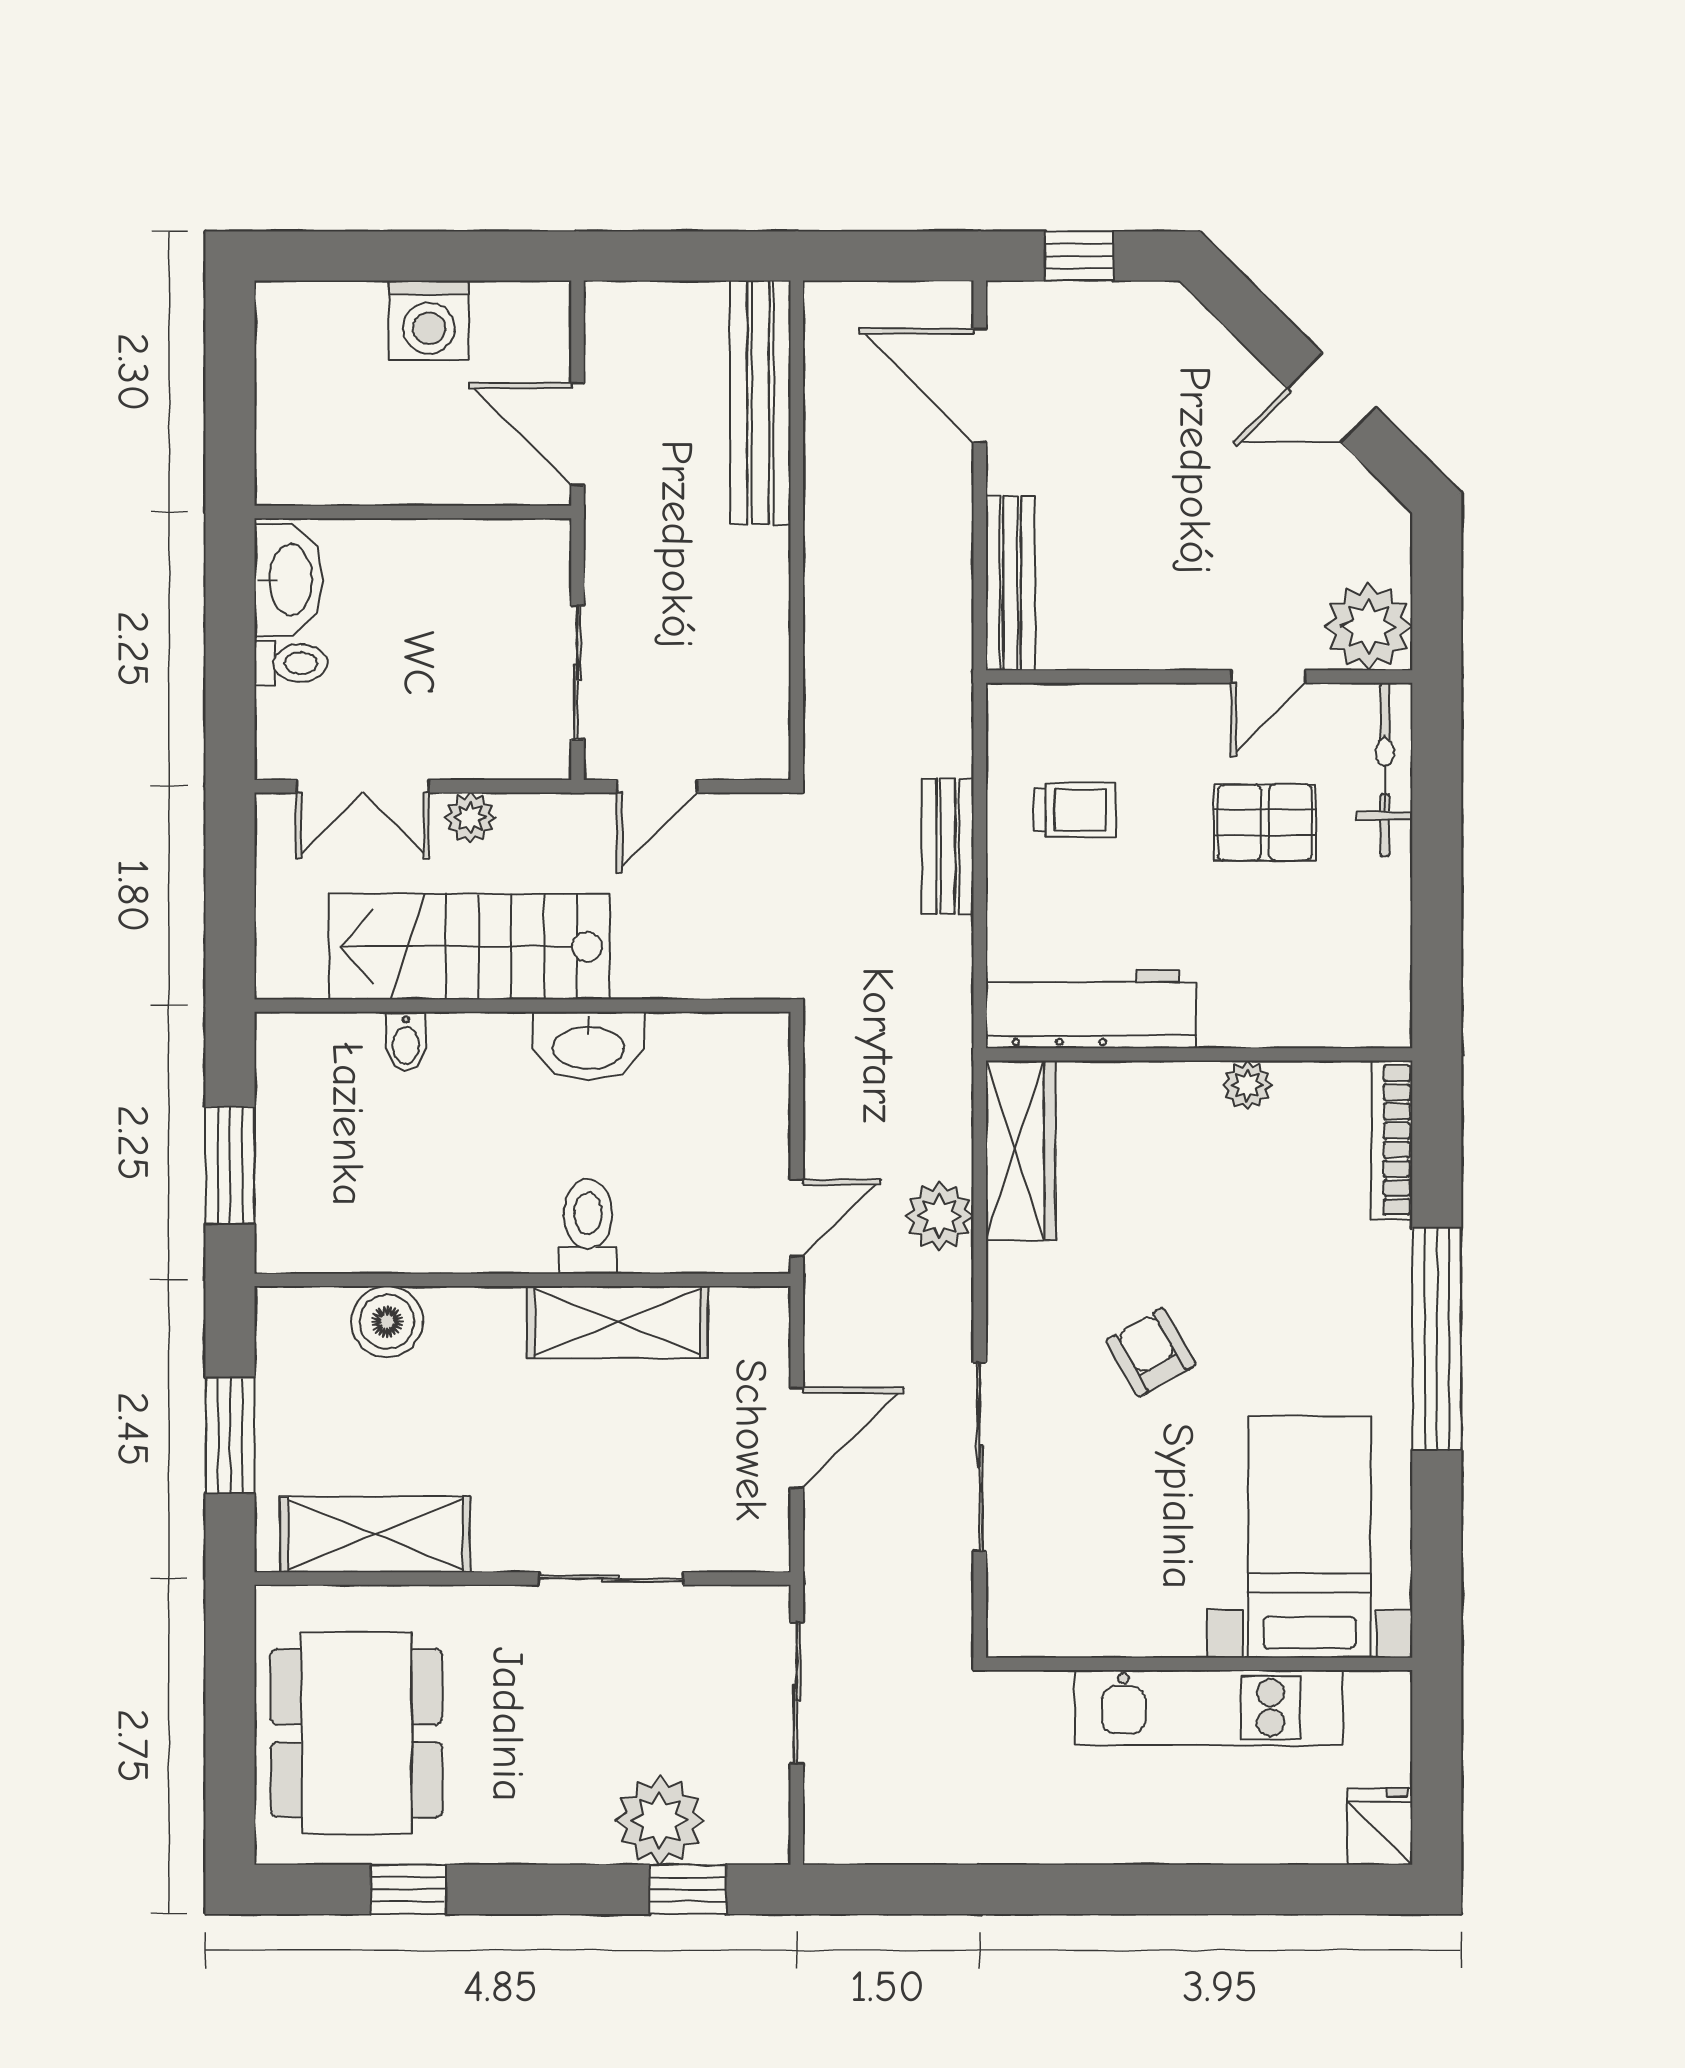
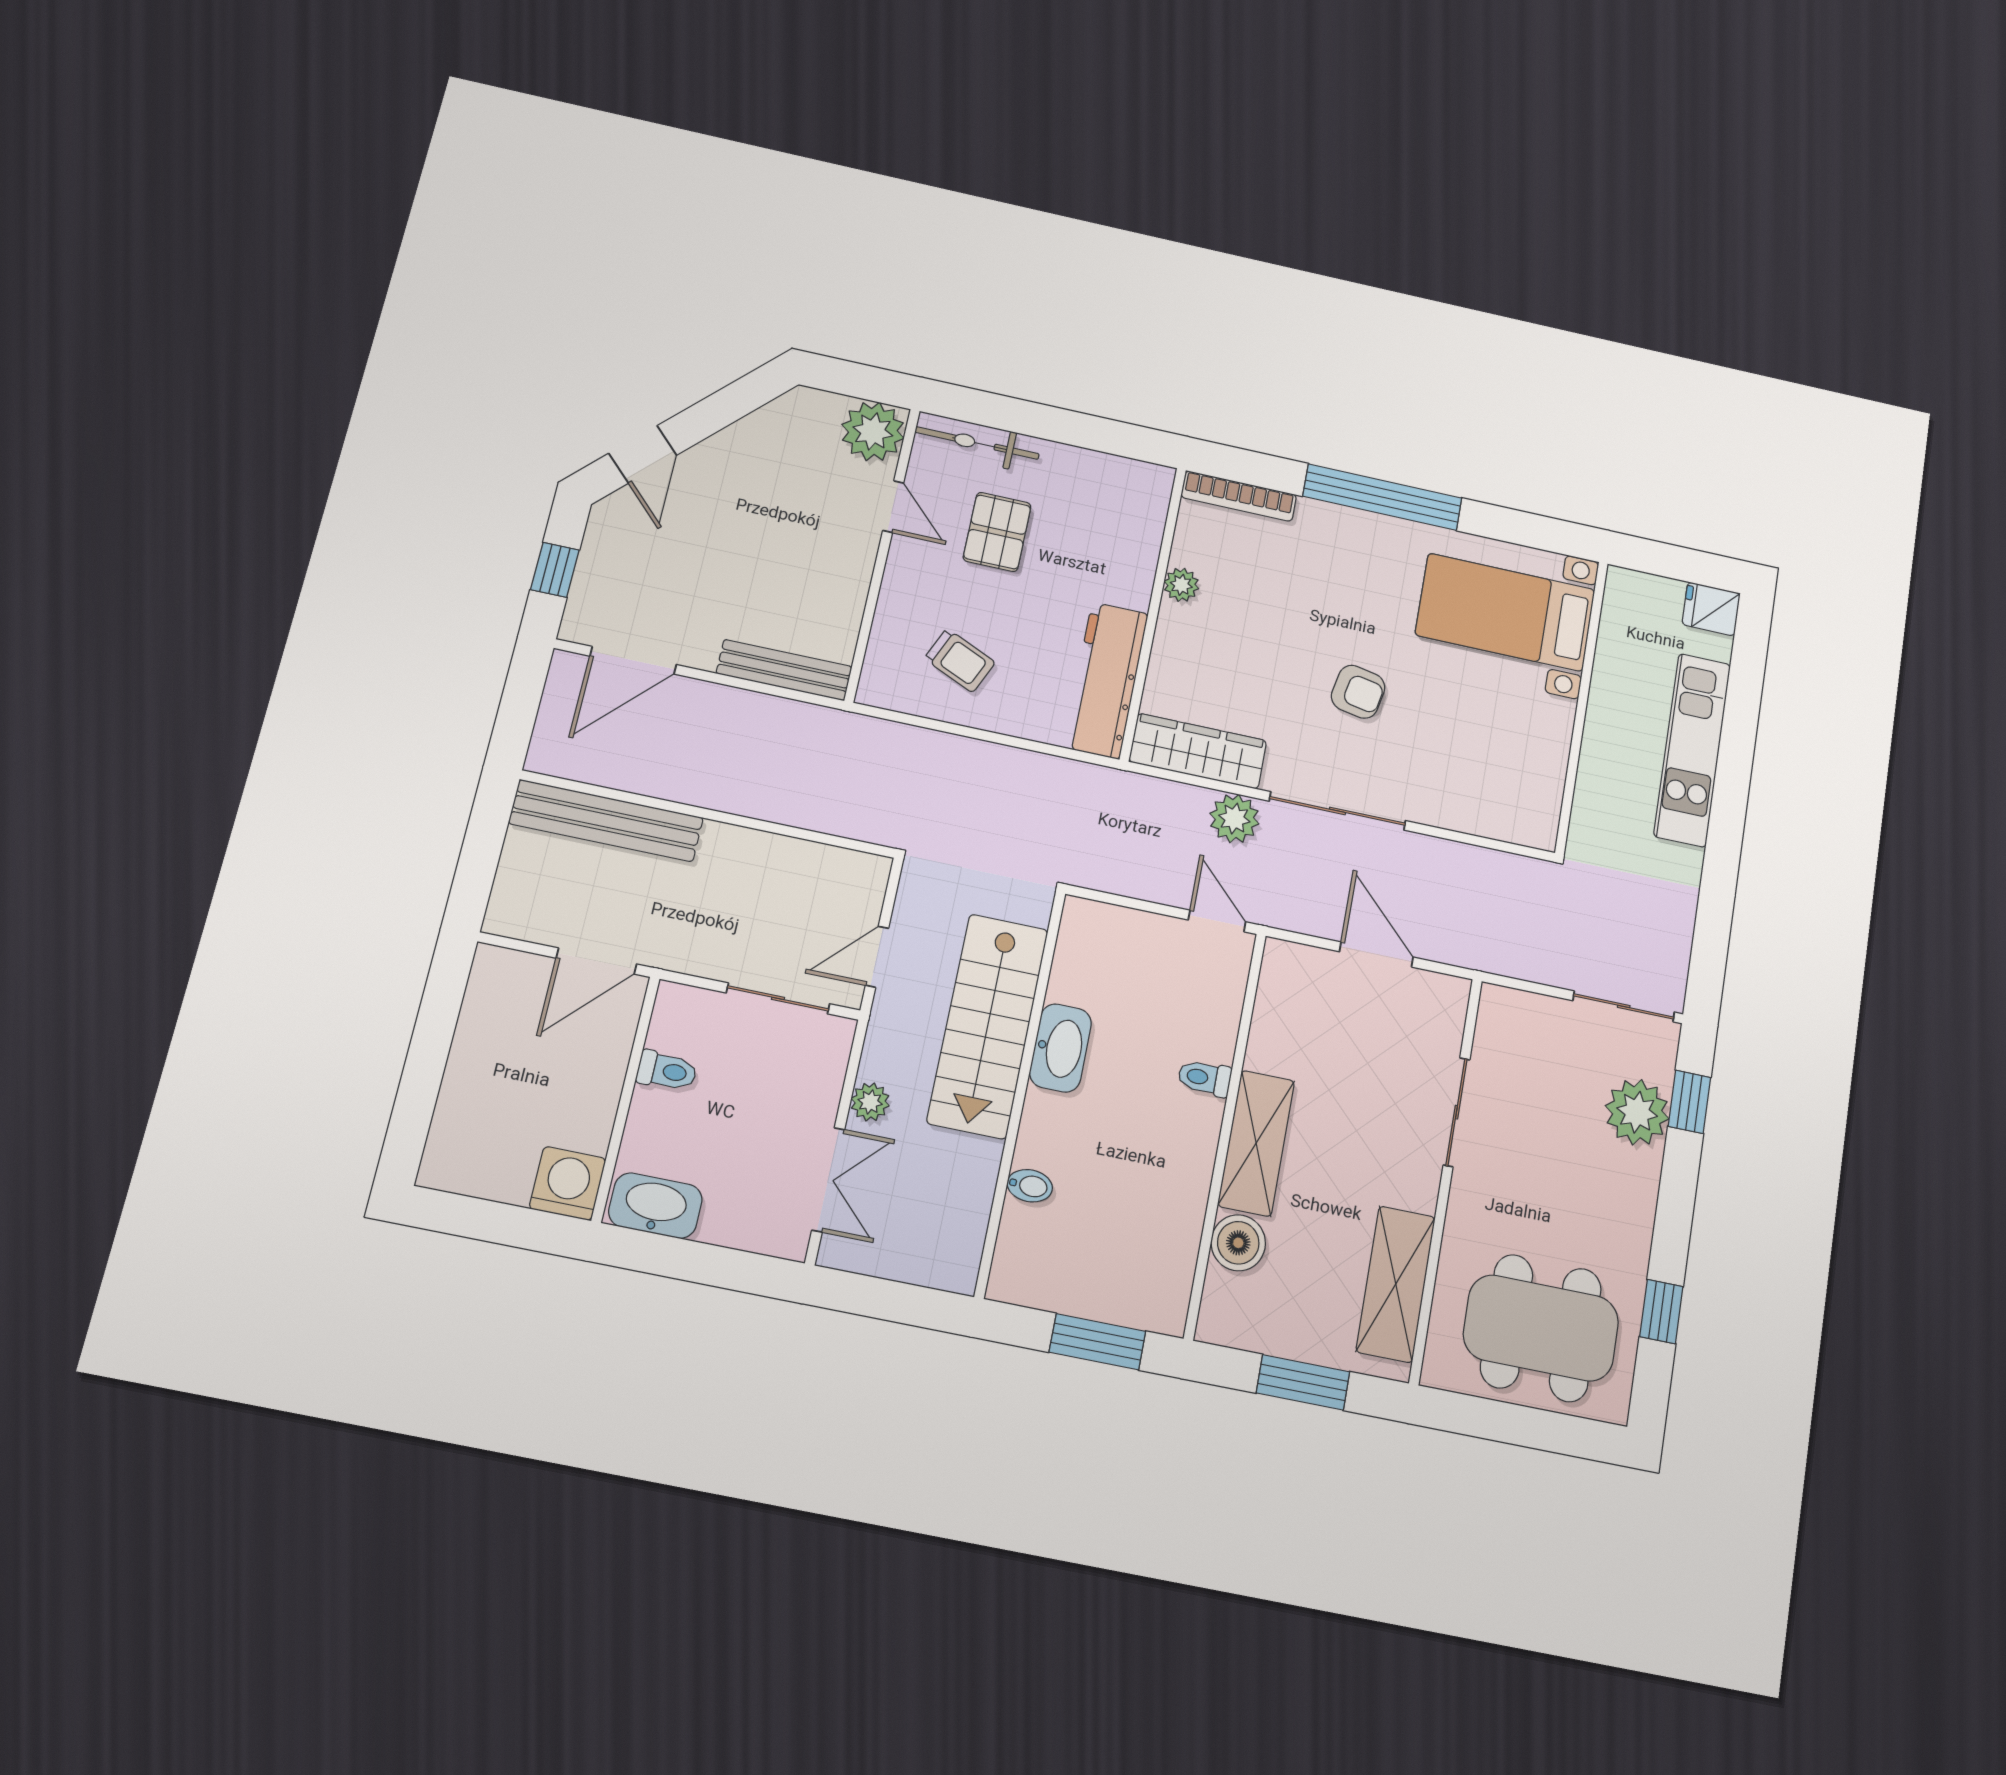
washing machine: (429, 320) -> (568, 1183), moved, turned -90
door: (1332, 398) -> (643, 454), moved
toilet: (291, 663) -> (667, 1071), moved, turned 90
door: (657, 786) -> (877, 957), swing flipped
trolley: (1075, 810) -> (960, 660), turned 114
bench: (948, 846) -> (967, 755), removed
stairs: (469, 947) -> (988, 1026), moved
toilet: (588, 1226) -> (1205, 1078), width x0.73, depth x0.72
shelving: (617, 1322) -> (1256, 1143), moved
armchair: (1151, 1352) -> (1358, 692), turned -139
sliding door: (980, 1457) -> (1337, 811), moved
sliding door: (797, 1693) -> (1624, 1006), moved
kitchen unit: (1209, 1708) -> (1692, 750), moved, turned 180

